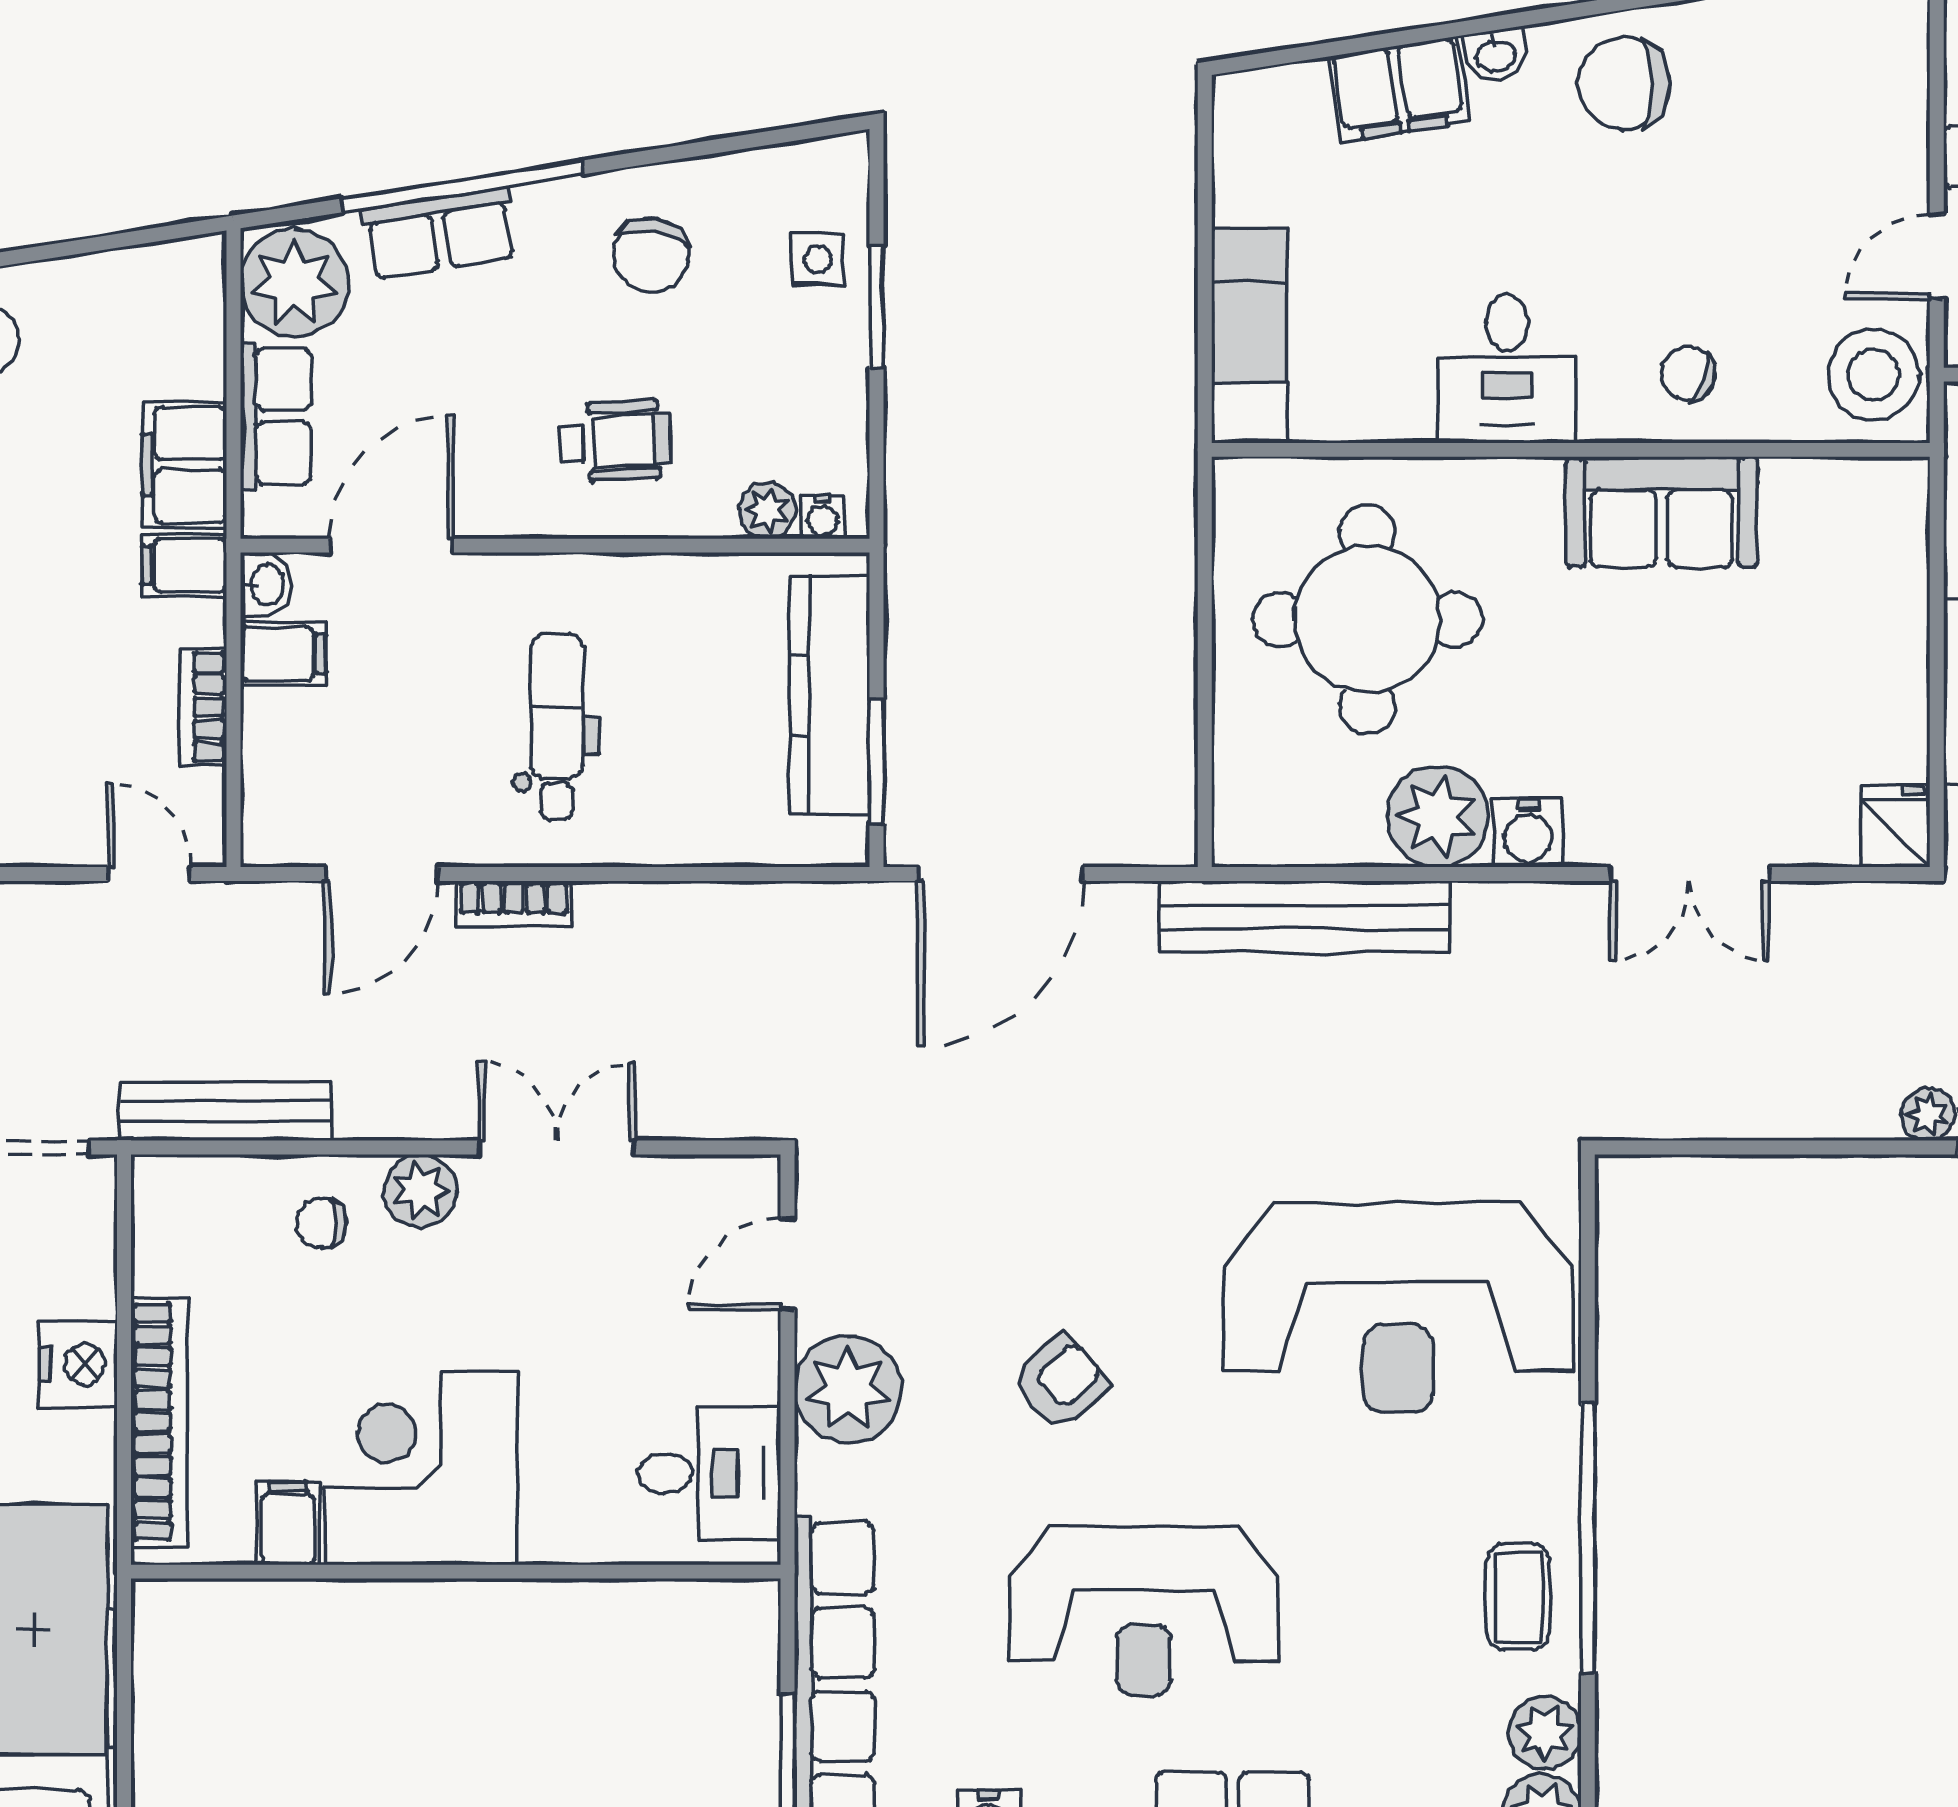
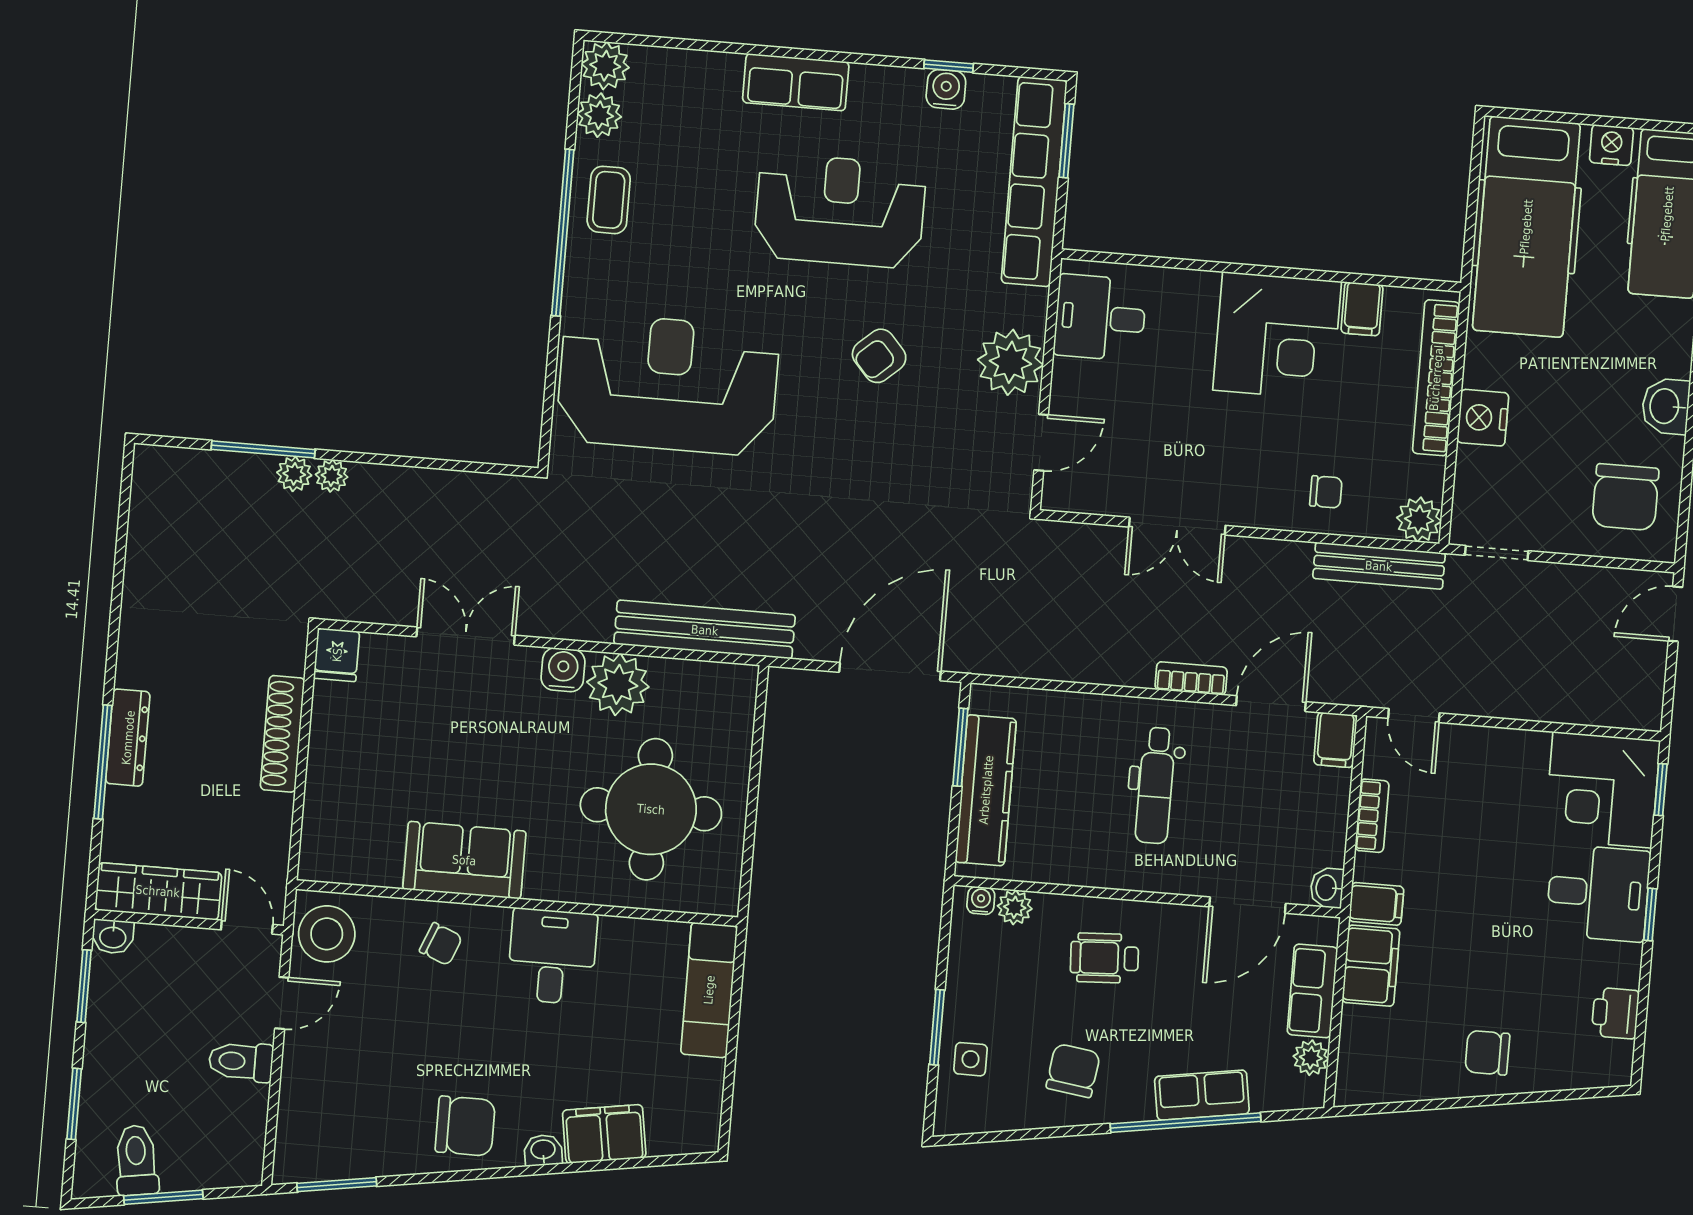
plant: (294, 283) -> (1311, 1058), width x0.53, depth x0.53
filing cabinet: (283, 654) -> (1335, 740), moved, turned -90
plant: (420, 1191) -> (1419, 520), moved

